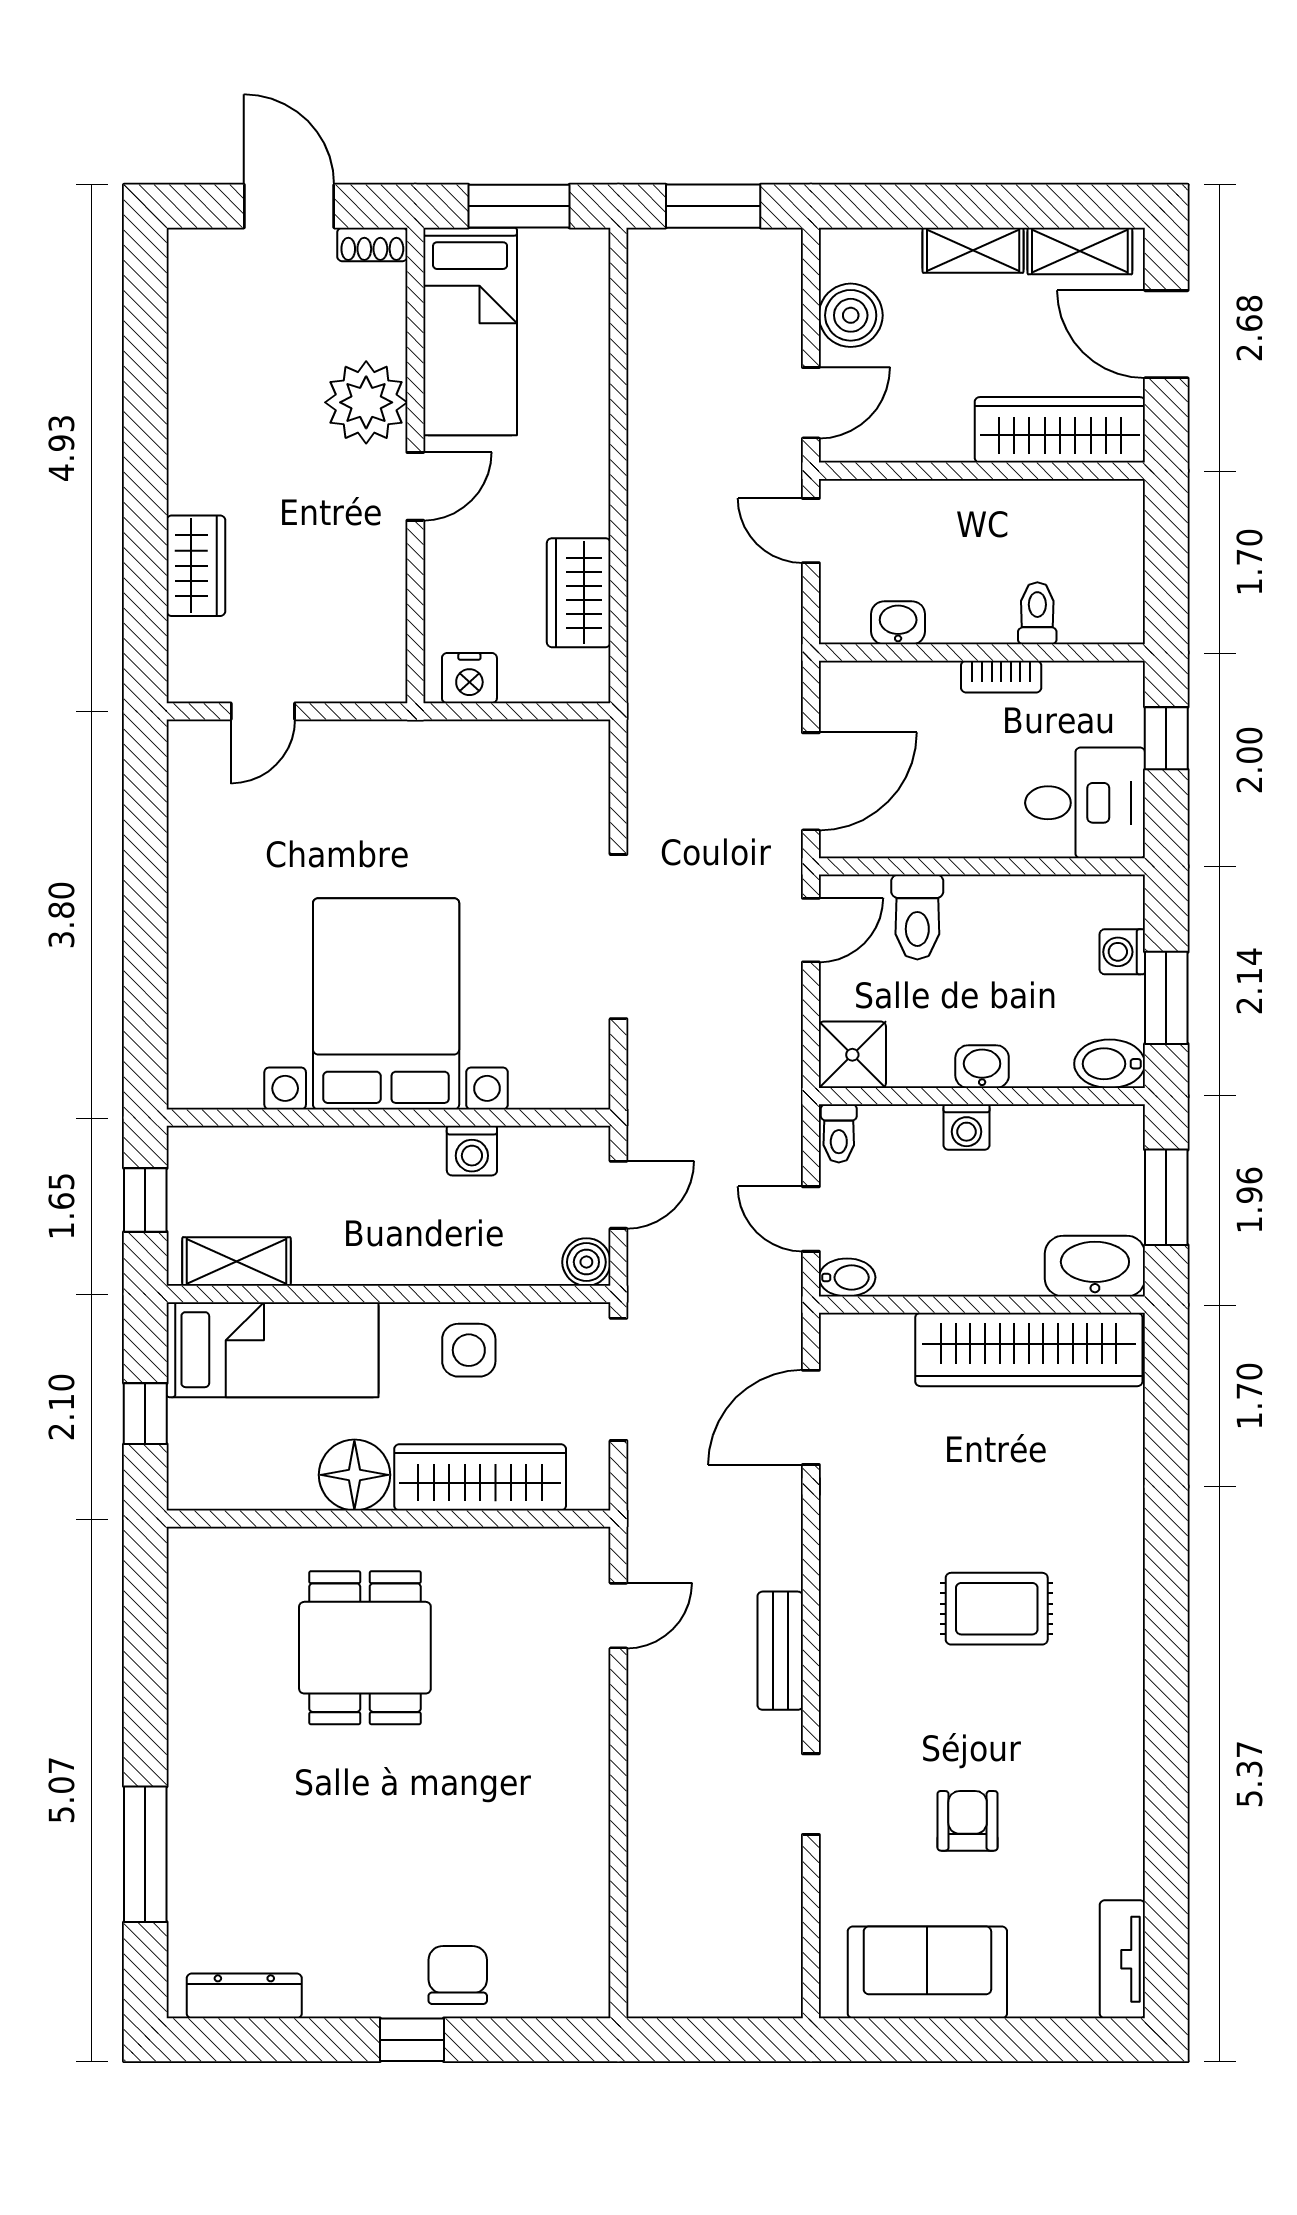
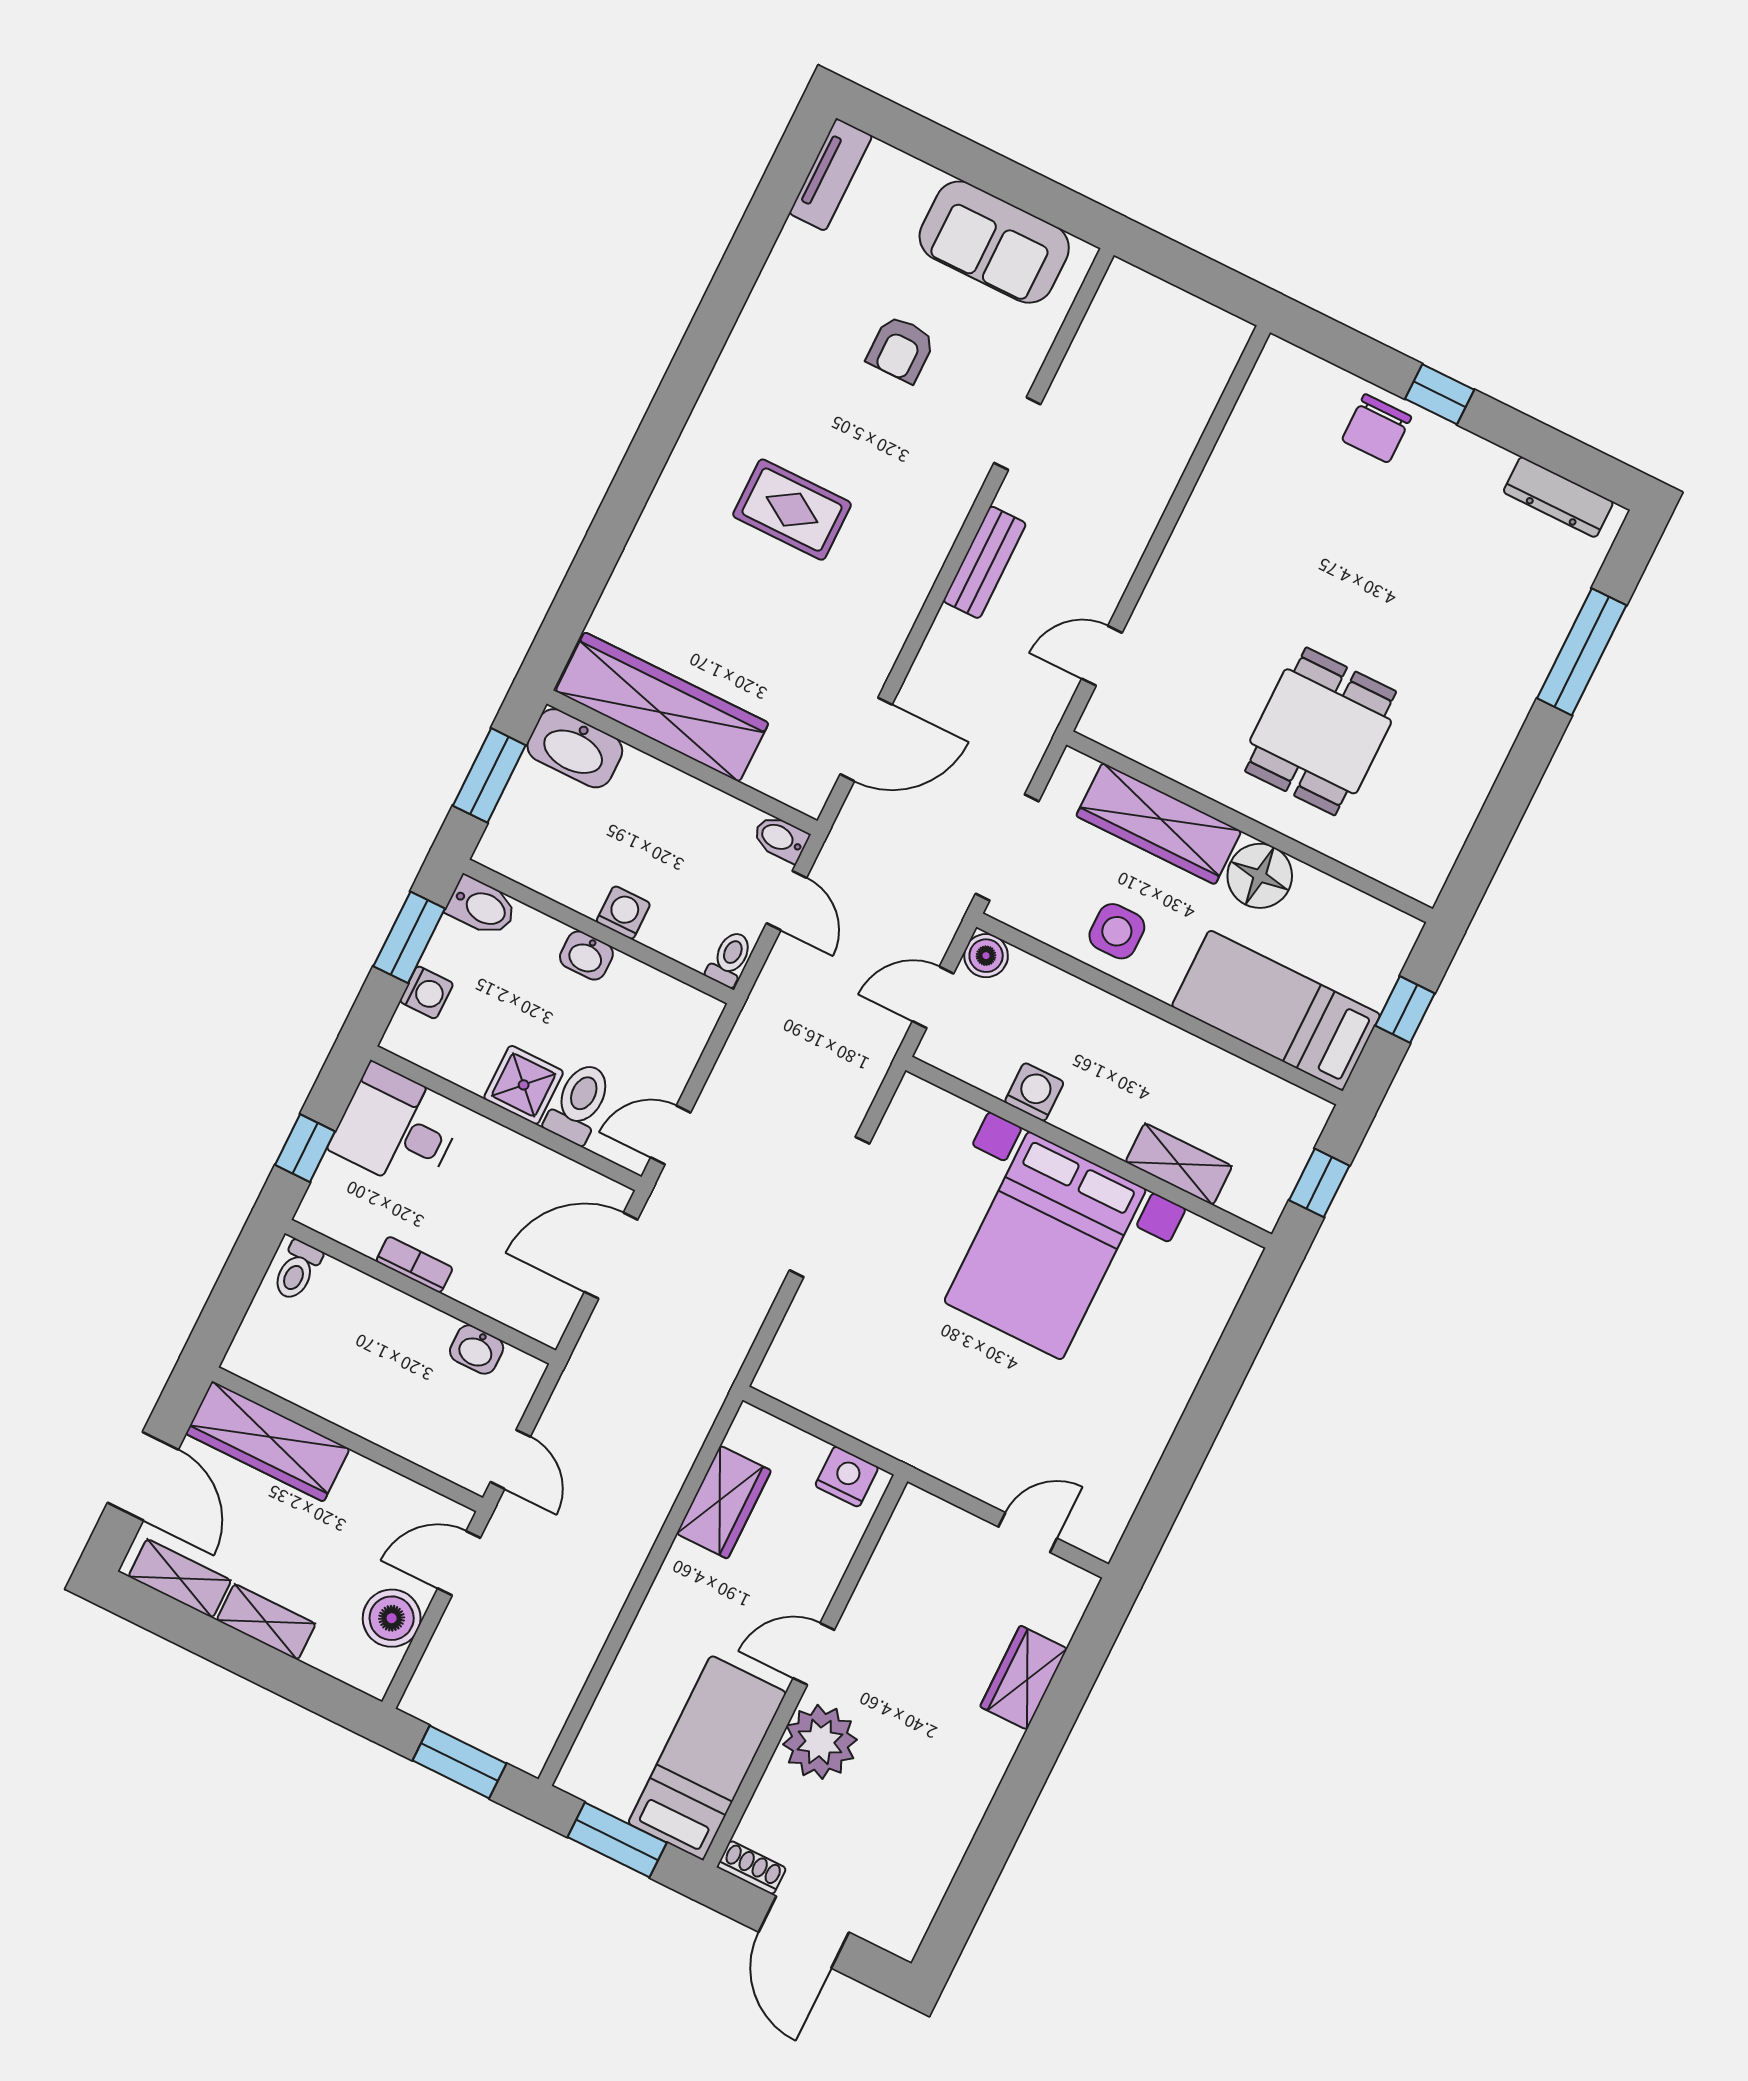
toilet: (1037, 613) -> (297, 1270), moved
shower: (852, 1055) -> (524, 1085), moved
shelving: (237, 1262) -> (1179, 1164), moved

